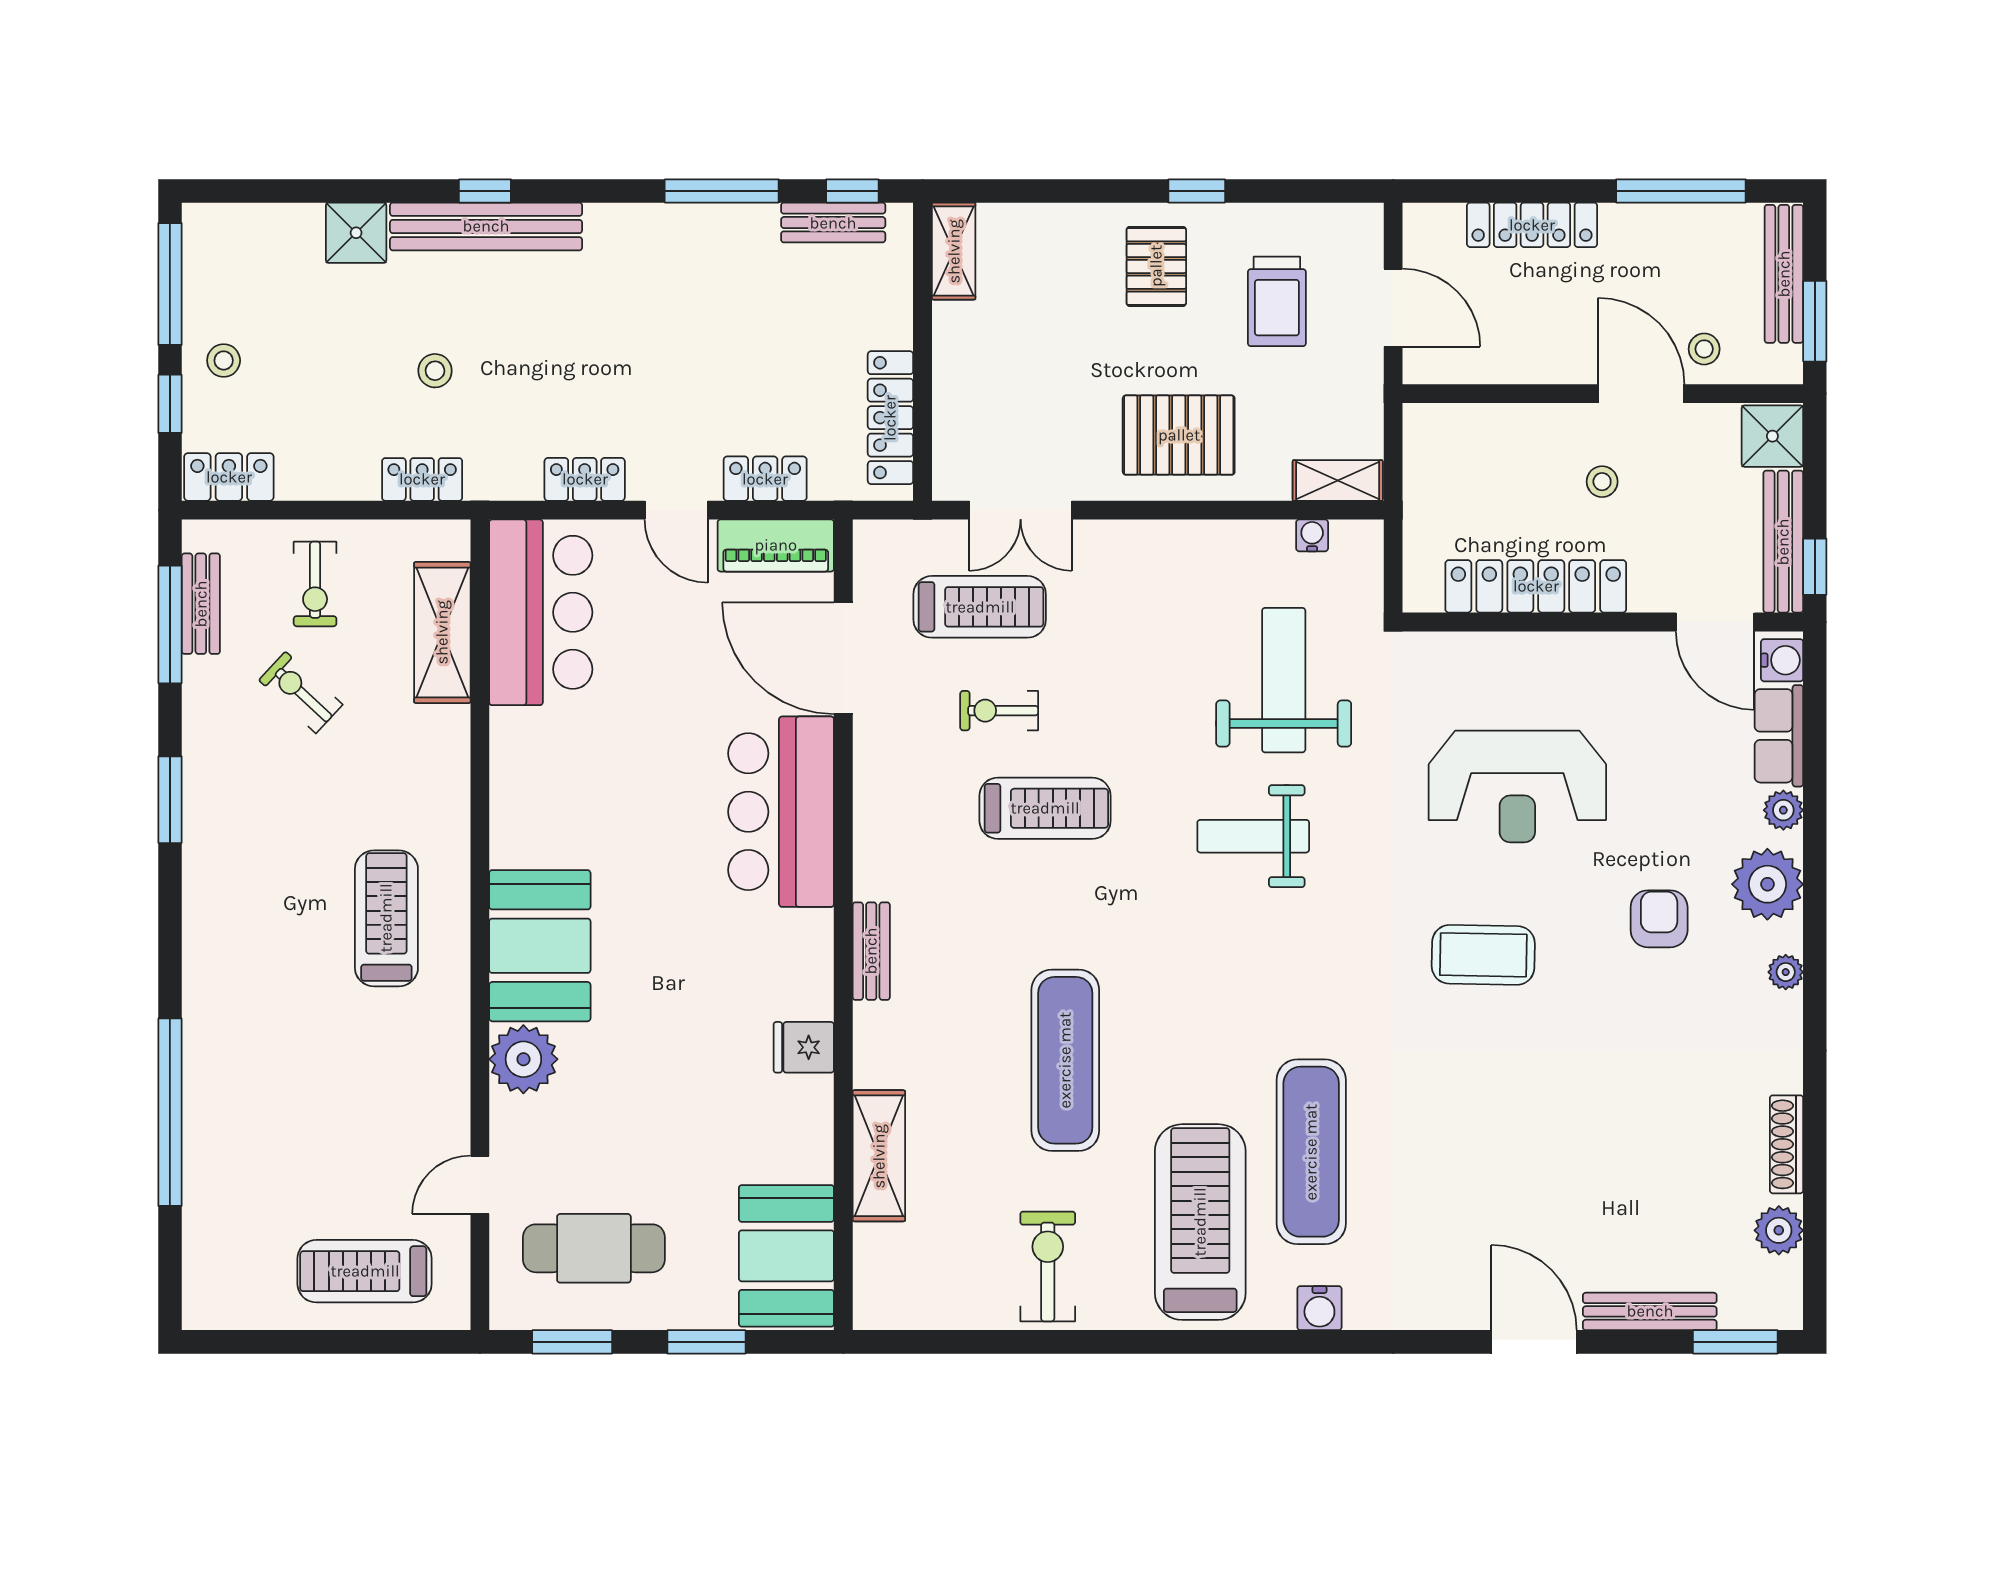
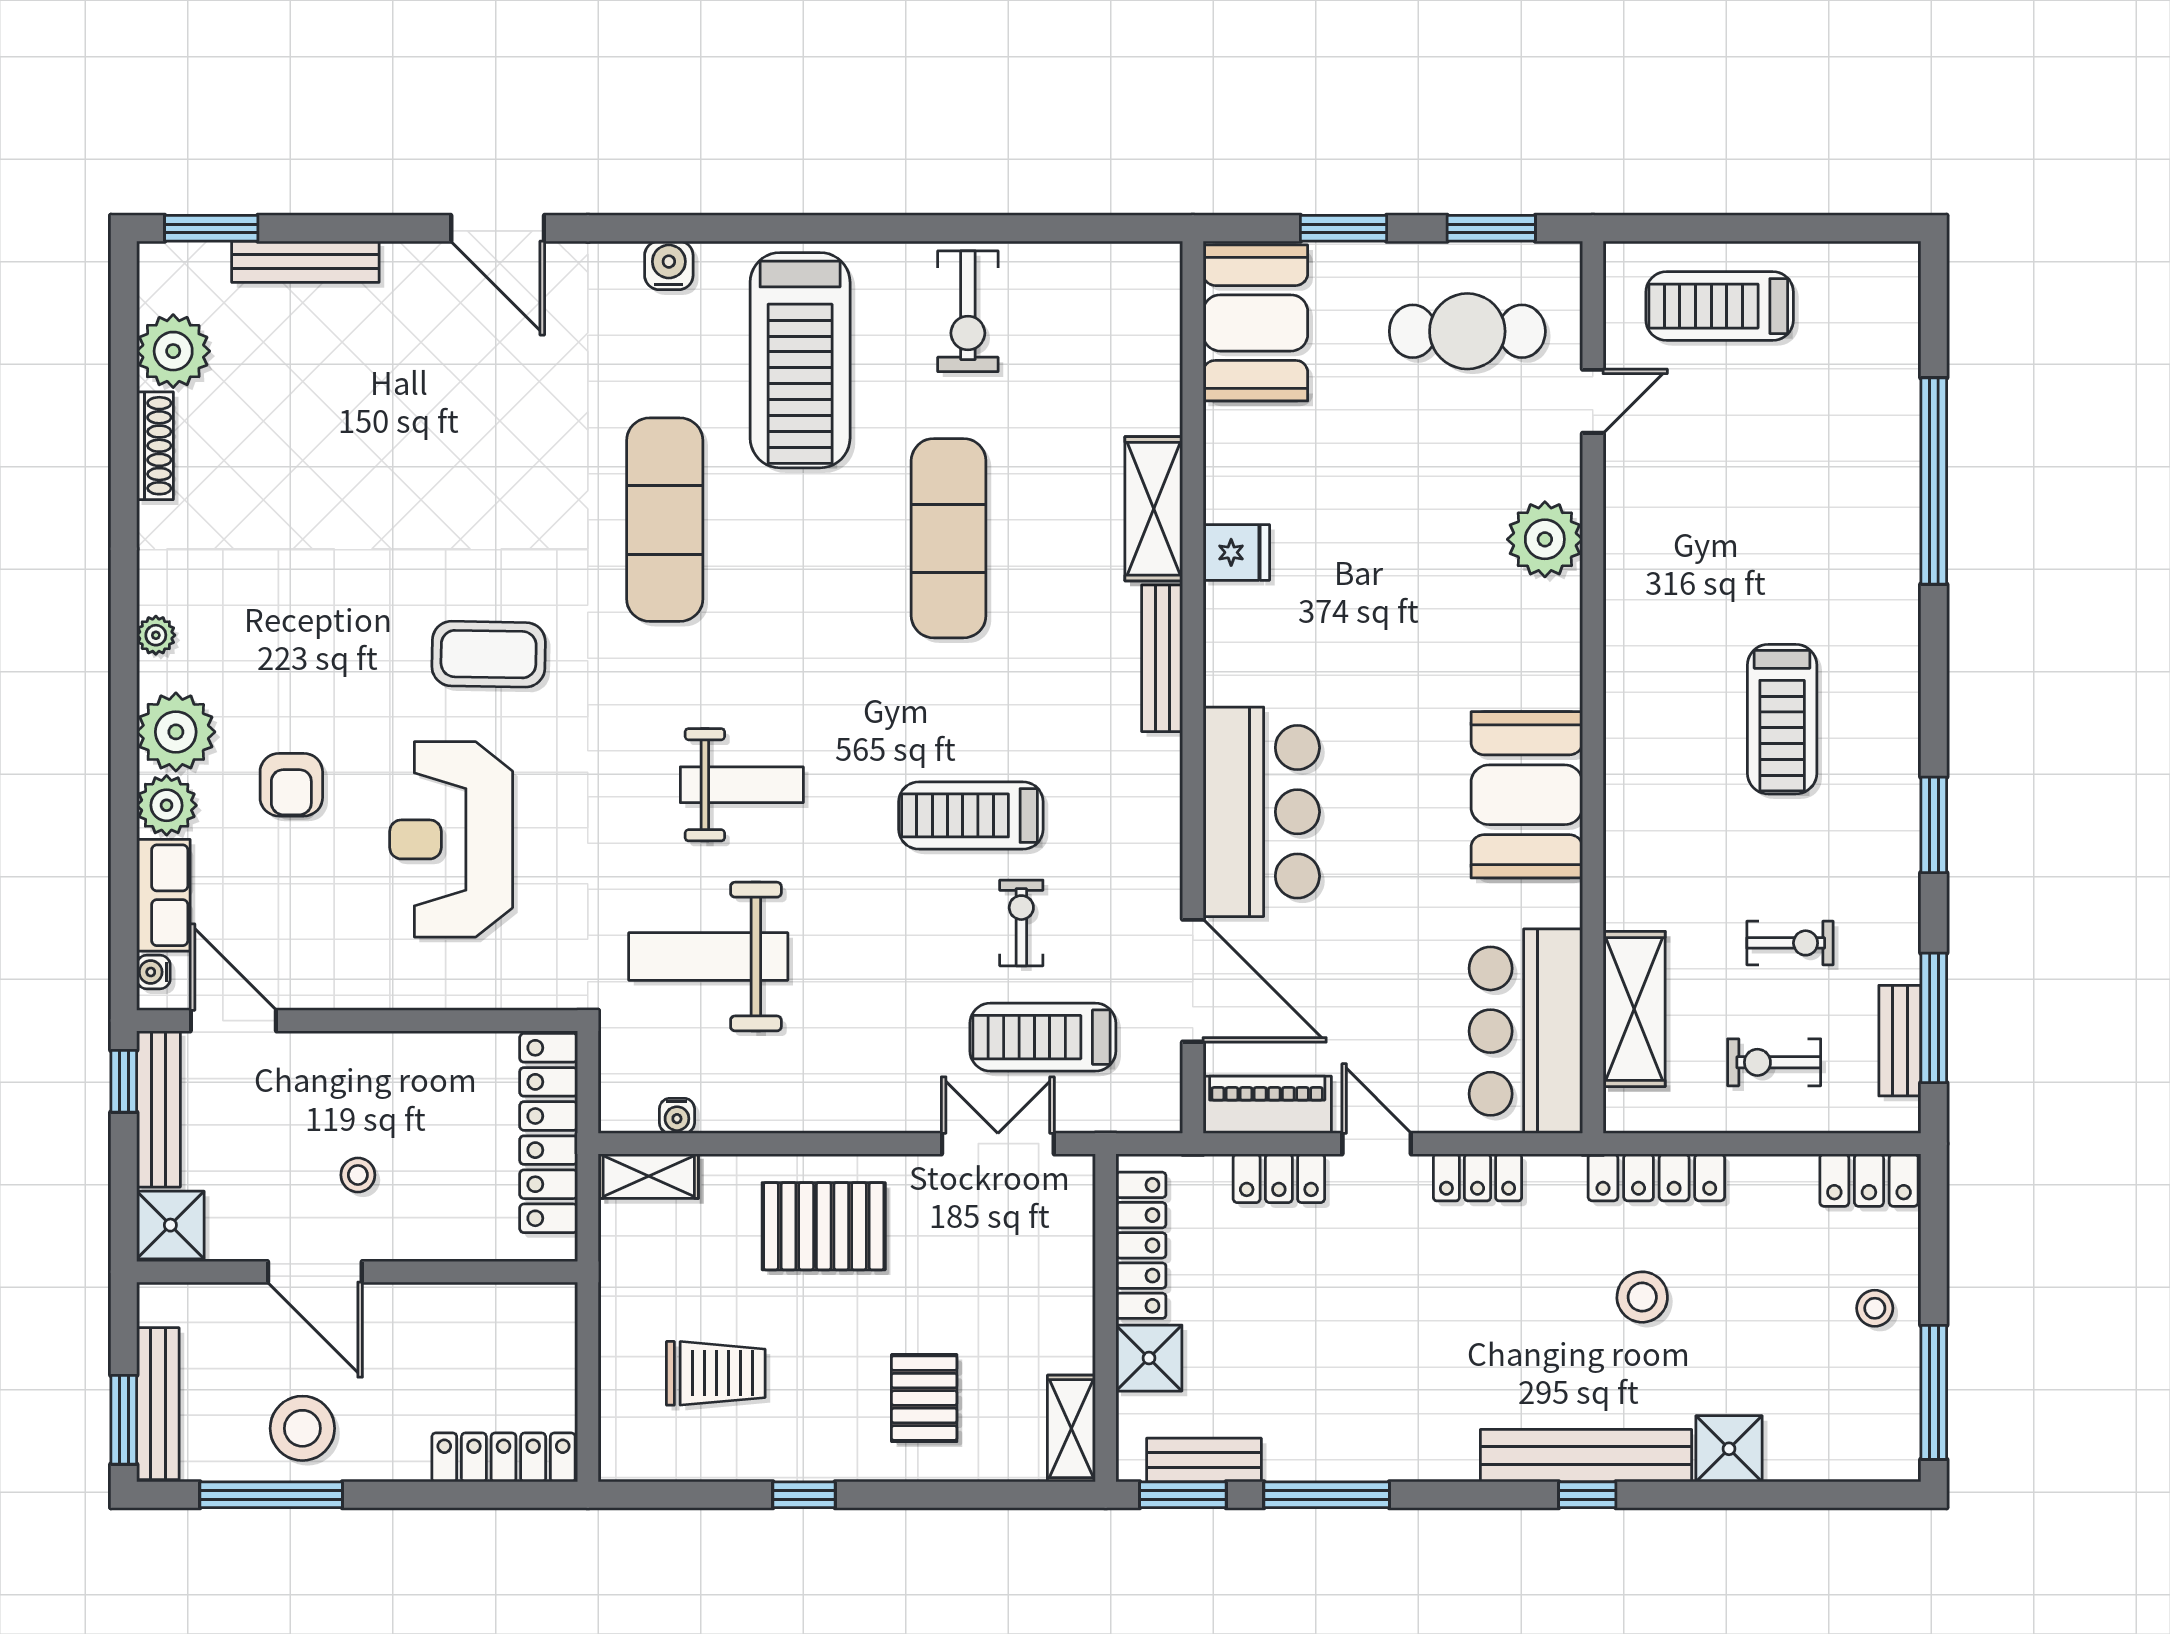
window: (852, 191) -> (1183, 1495), width x1.50
locker: (1532, 225) -> (504, 1457), moved
pallet: (1156, 266) -> (924, 1398), moved
trolley: (1277, 301) -> (716, 1373), turned 90
door: (1393, 308) -> (588, 1366), removed
shower: (883, 315) -> (1149, 1358), added
window: (1815, 321) -> (124, 1420), moved
stool: (1704, 349) -> (302, 1428), moved, width x1.89, depth x1.89
stool: (435, 371) -> (1642, 1297), width x1.37, depth x1.37
window: (170, 404) -> (1934, 1261), removed
locker: (422, 479) -> (1656, 1177), width x1.53
exercise bike: (315, 584) -> (1774, 1062), turned -90
locker: (1536, 586) -> (549, 1133), moved, turned 90
water cooler: (1782, 660) -> (153, 972), width x0.72, depth x0.72
weight bench: (1284, 680) -> (708, 957), turned 90
exercise bike: (301, 692) -> (1790, 943), turned -43
exercise bike: (999, 711) -> (1021, 923), turned -90
reception desk: (1517, 787) -> (451, 839), turned -90
plant: (1783, 810) -> (167, 805), width x1.38, depth x1.38
treadmill: (386, 918) -> (1782, 719), moved
armchair: (1659, 919) -> (291, 785), moved
booth: (540, 946) -> (1527, 795), moved
bench: (871, 951) -> (1162, 658), width x1.36
exercise mat: (1311, 1152) -> (665, 520), moved
shelving: (879, 1156) -> (1154, 509), moved
plant: (1779, 1230) -> (173, 351), width x1.36, depth x1.36
treadmill: (365, 1271) -> (1720, 306), turned 180
door: (1534, 1342) -> (498, 228), moved

